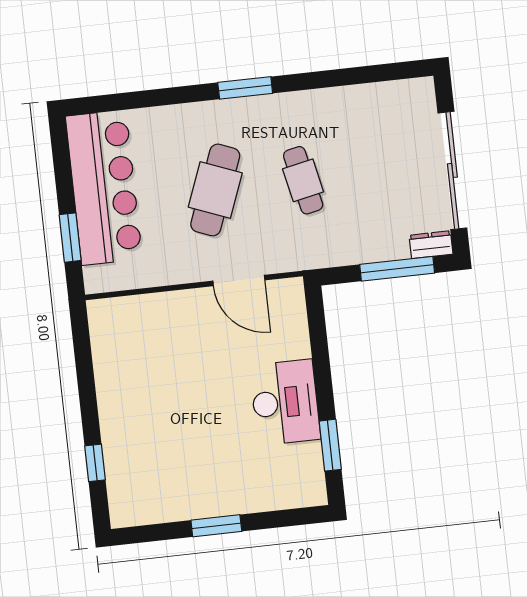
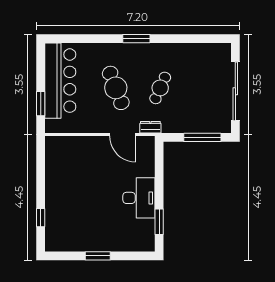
cafe table: (303, 180) -> (160, 88), turned 36
cafe table: (215, 190) -> (116, 88), turned -42
dresser: (431, 245) -> (150, 127), moved

